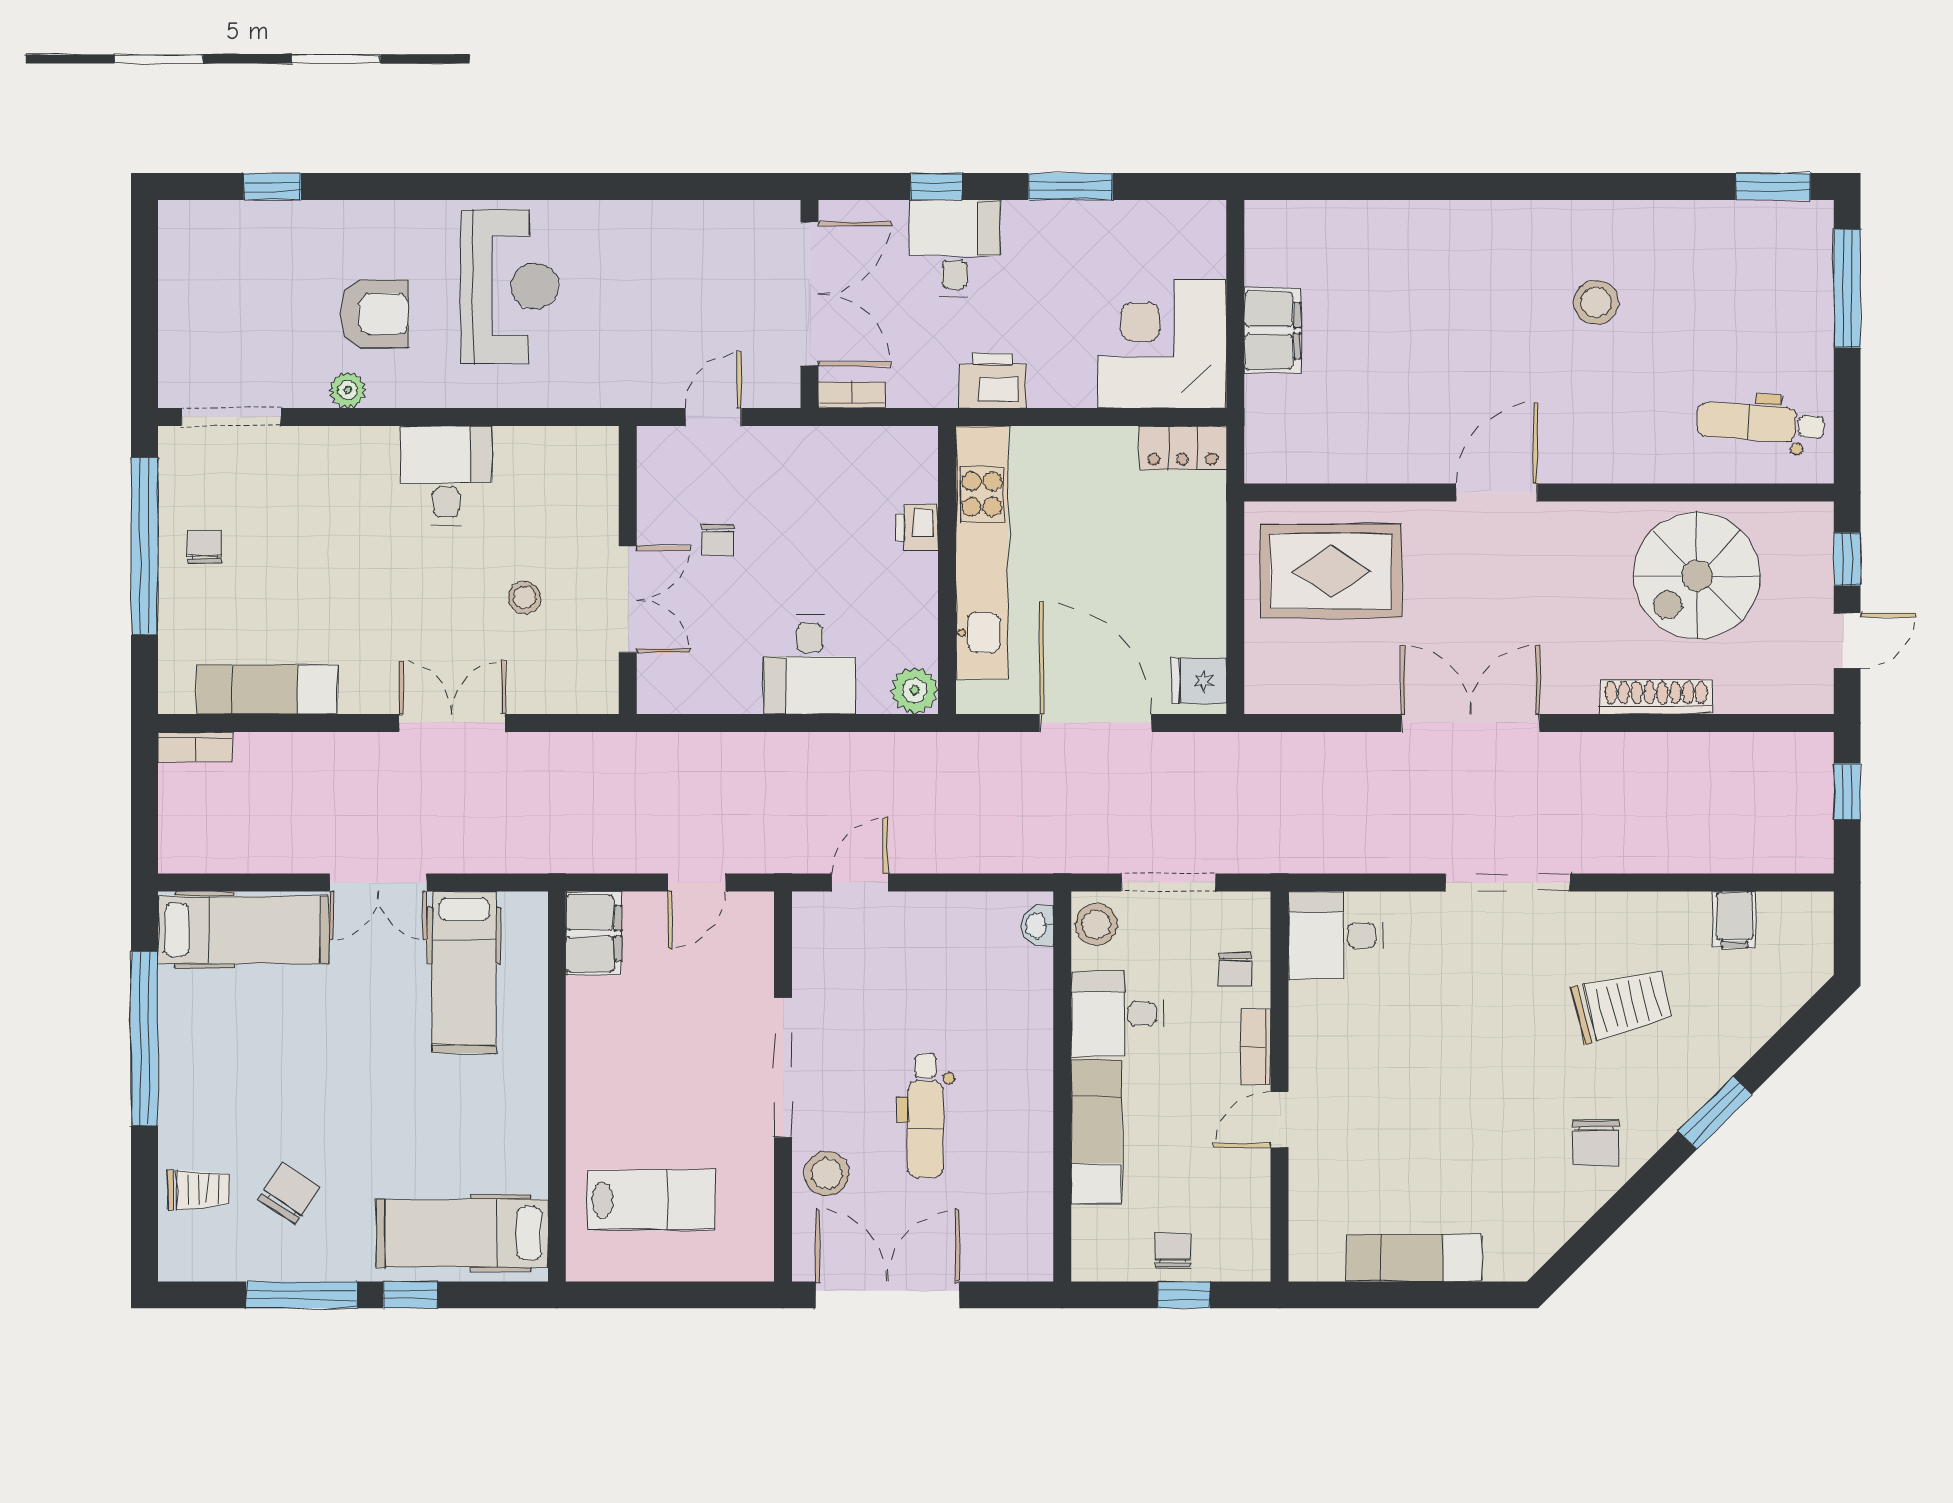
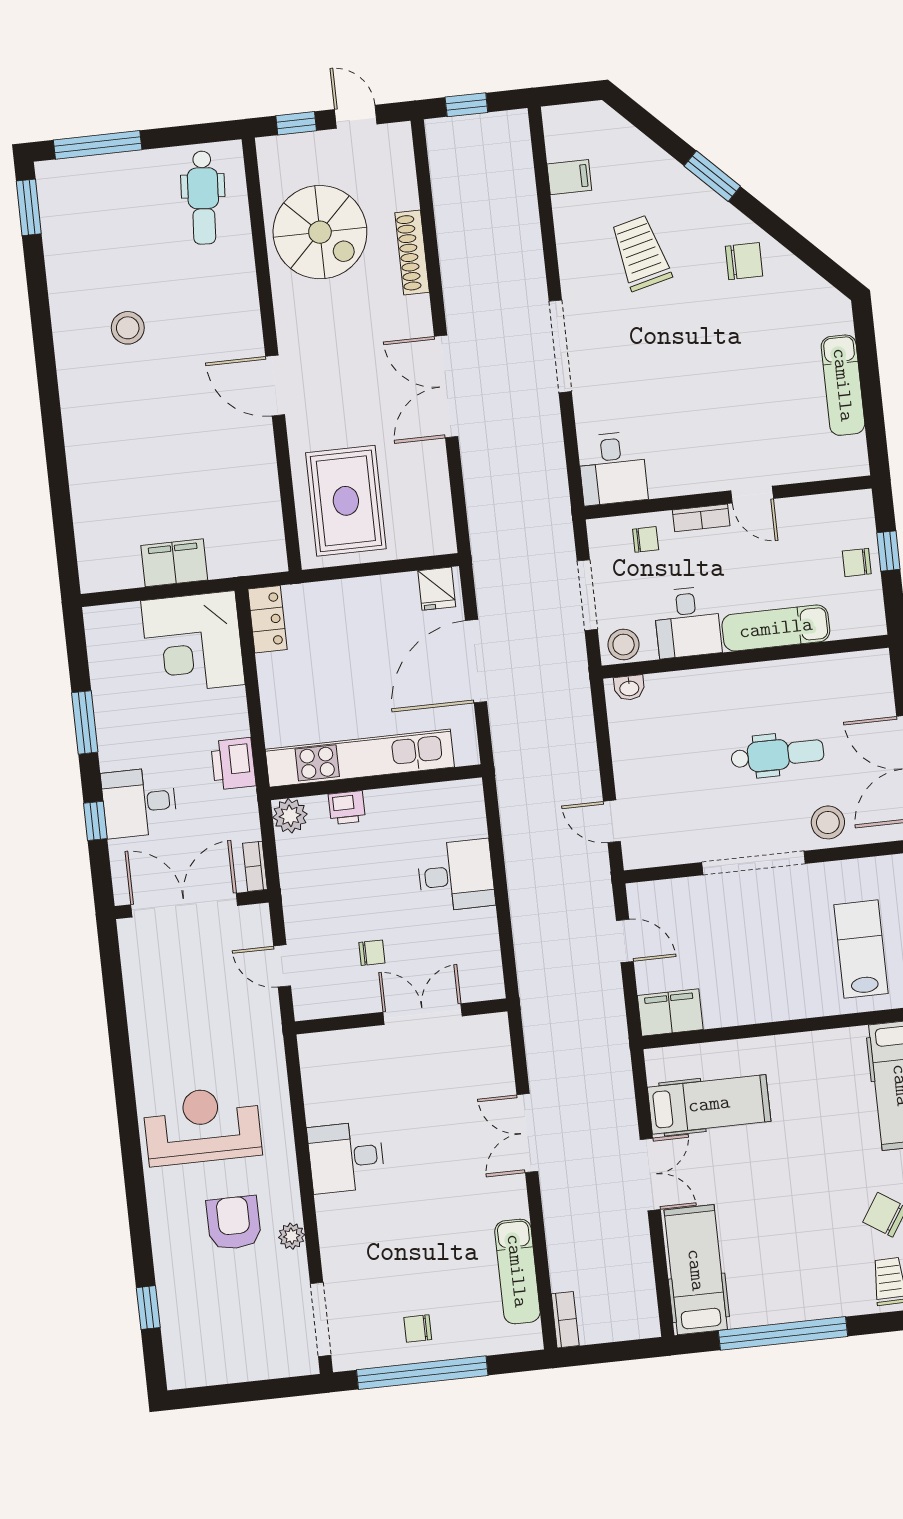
stool: (525, 598) -> (430, 1090), removed
plant: (915, 690) -> (290, 816), moved

